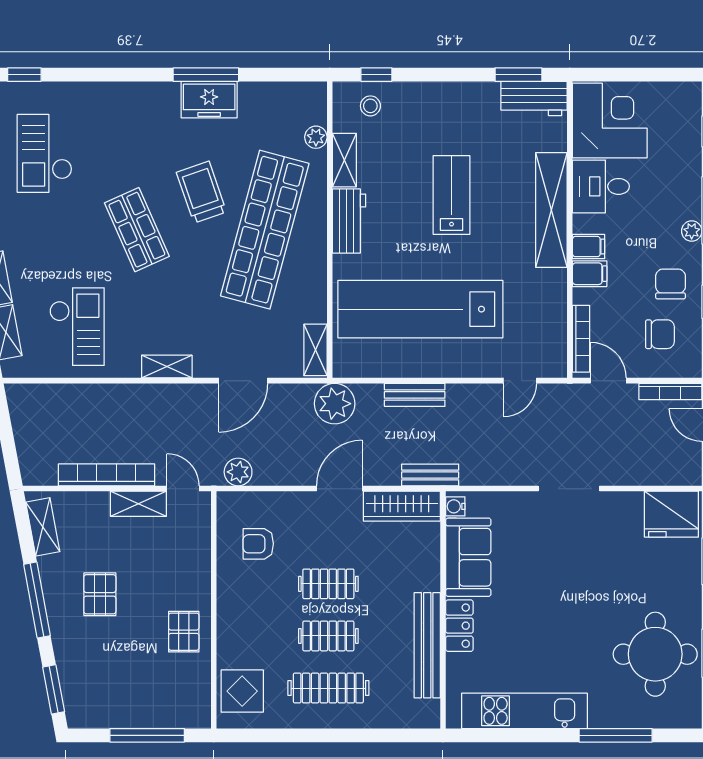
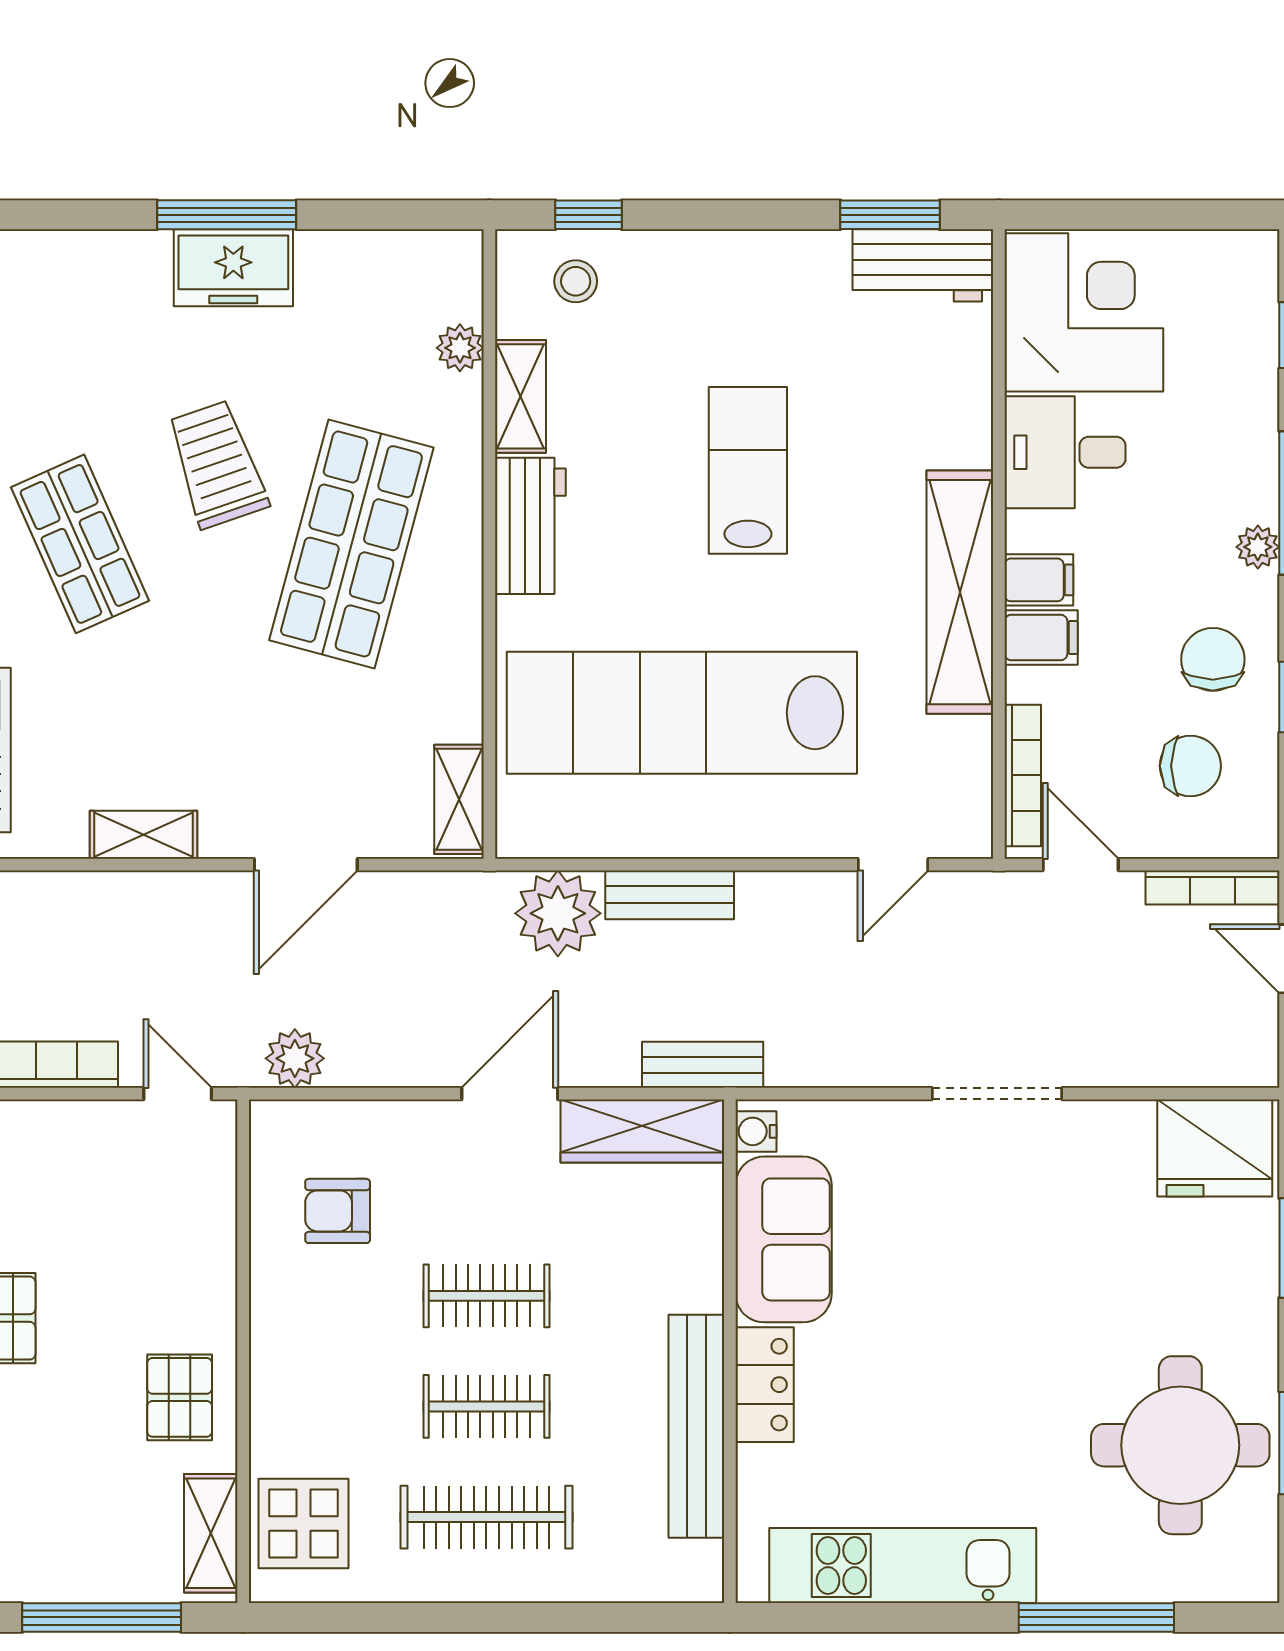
shelving: (551, 210) -> (960, 592), moved
shop shelf: (265, 230) -> (351, 544), width x0.71
plant: (335, 404) -> (558, 913), moved
shelving: (138, 504) -> (211, 1533), moved, turned 90

